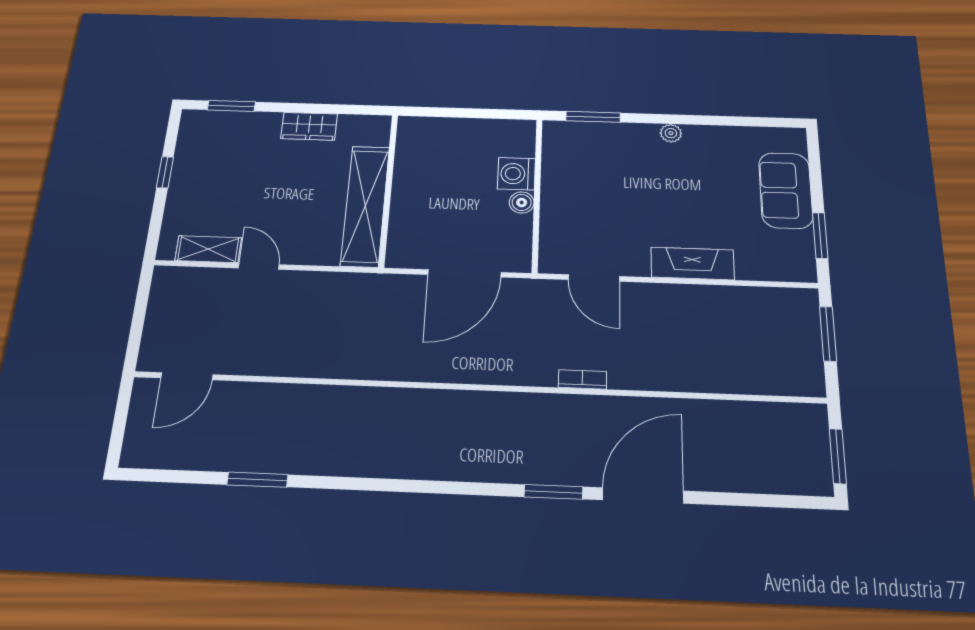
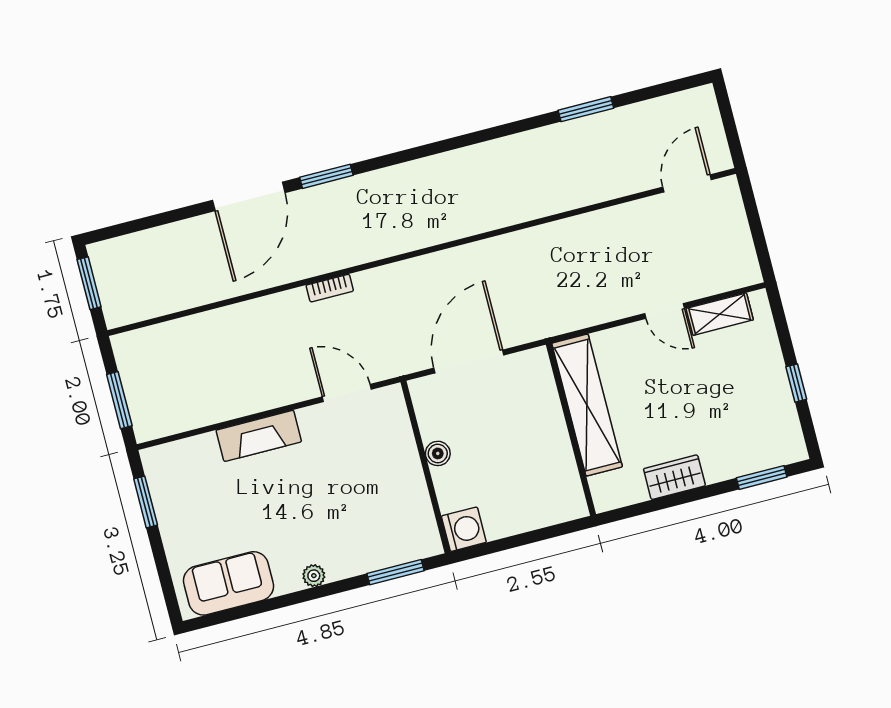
washing machine: (517, 174) -> (464, 529), moved
sofa: (786, 190) -> (229, 583), moved, turned -90

